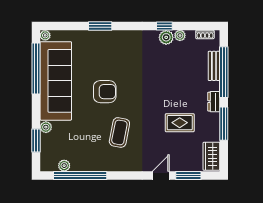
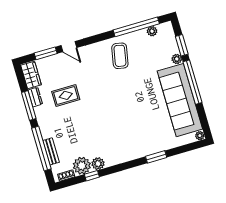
window: (164, 26) -> (92, 176), moved
plant: (180, 35) -> (82, 166), width x1.87, depth x1.87
window: (36, 68) -> (193, 82), moved
armchair: (105, 92) -> (136, 103), removed
dresser: (214, 102) -> (35, 97), moved
coffee table: (119, 132) -> (120, 56), moved
door: (161, 175) -> (69, 47), hinge flipped

